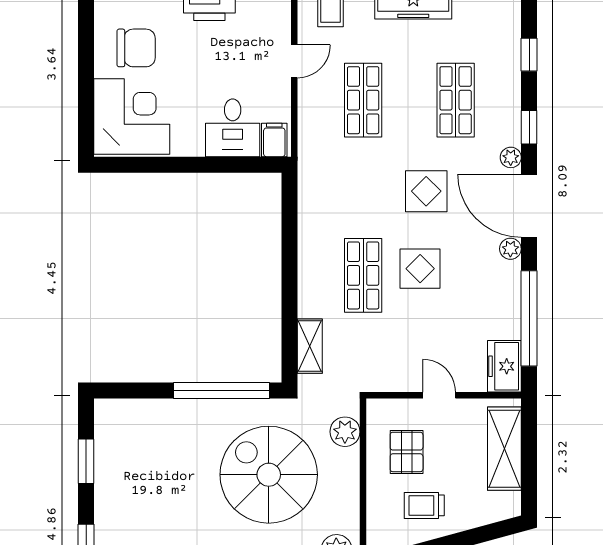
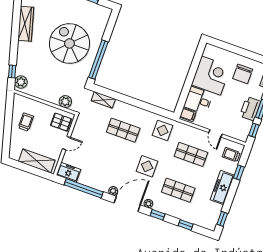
corner desk: (132, 117) -> (211, 76), moved, turned -90
display table: (420, 269) -> (163, 130), moved
pallet: (407, 452) -> (61, 122), moved
spiral stairs: (269, 475) -> (69, 43), moved, turned -90

